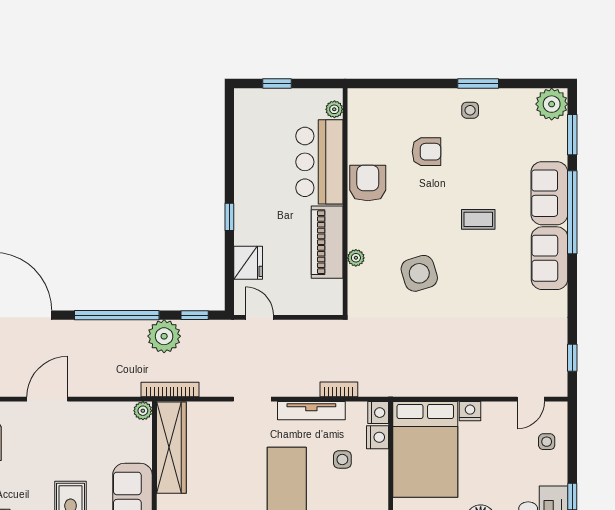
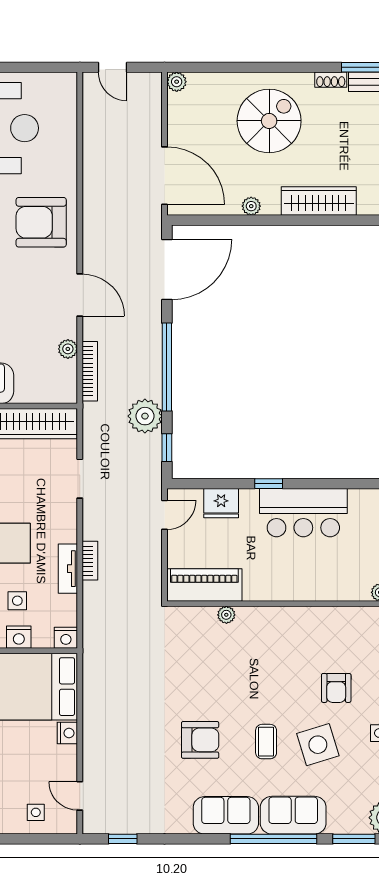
bar counter: (319, 162) -> (303, 513), moved, turned 180
armchair: (368, 183) -> (200, 740), moved
piano: (327, 242) -> (204, 585), moved
side table: (419, 273) -> (318, 745), moved
bookcase: (170, 389) -> (90, 371), moved
bookcase: (339, 389) -> (90, 561), moved
doorway: (252, 399) -> (80, 479), moved
plant: (143, 411) -> (68, 349), moved
tv unit: (311, 411) -> (68, 569), width x0.71
nightstand: (378, 437) -> (19, 637), moved

